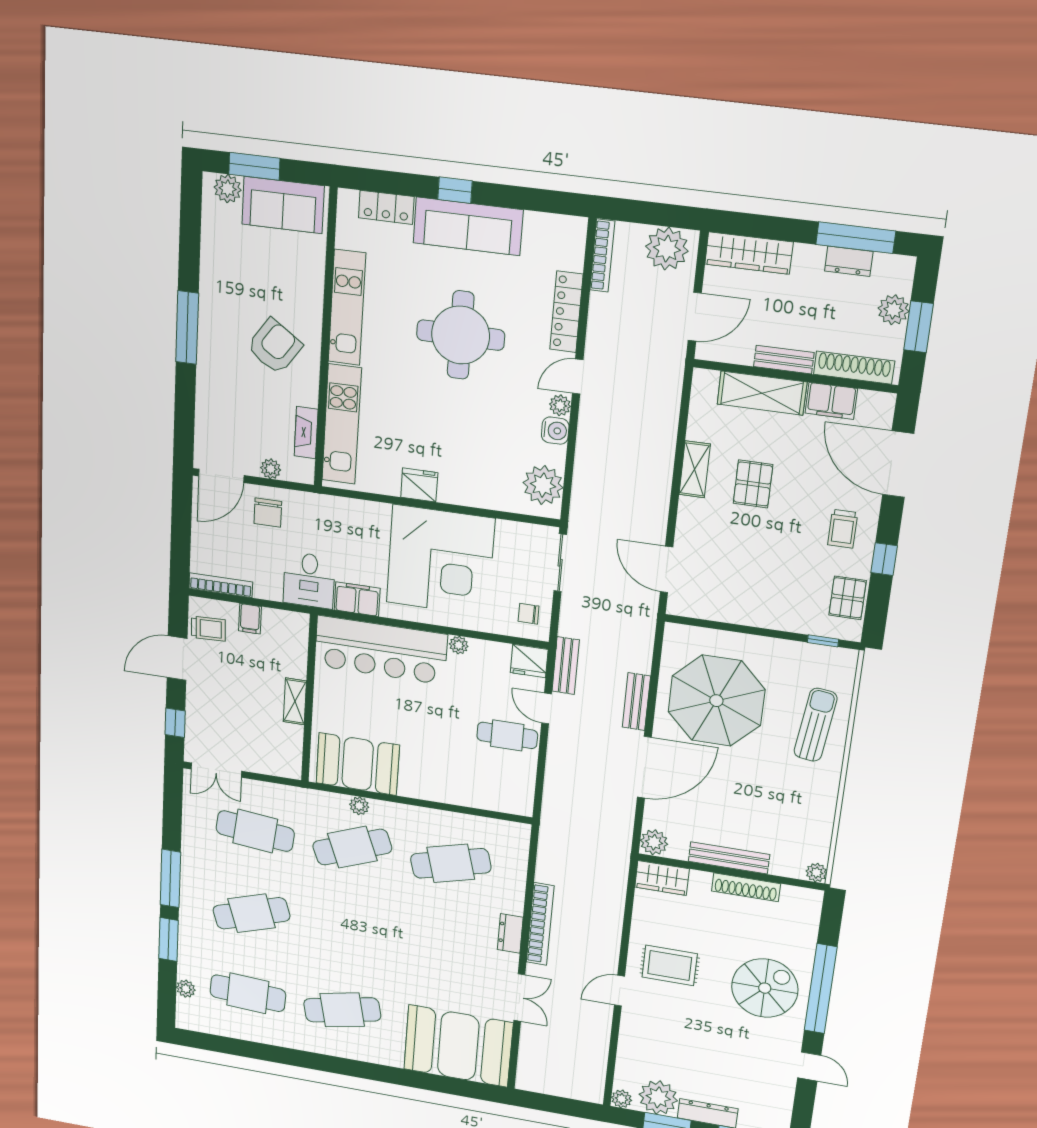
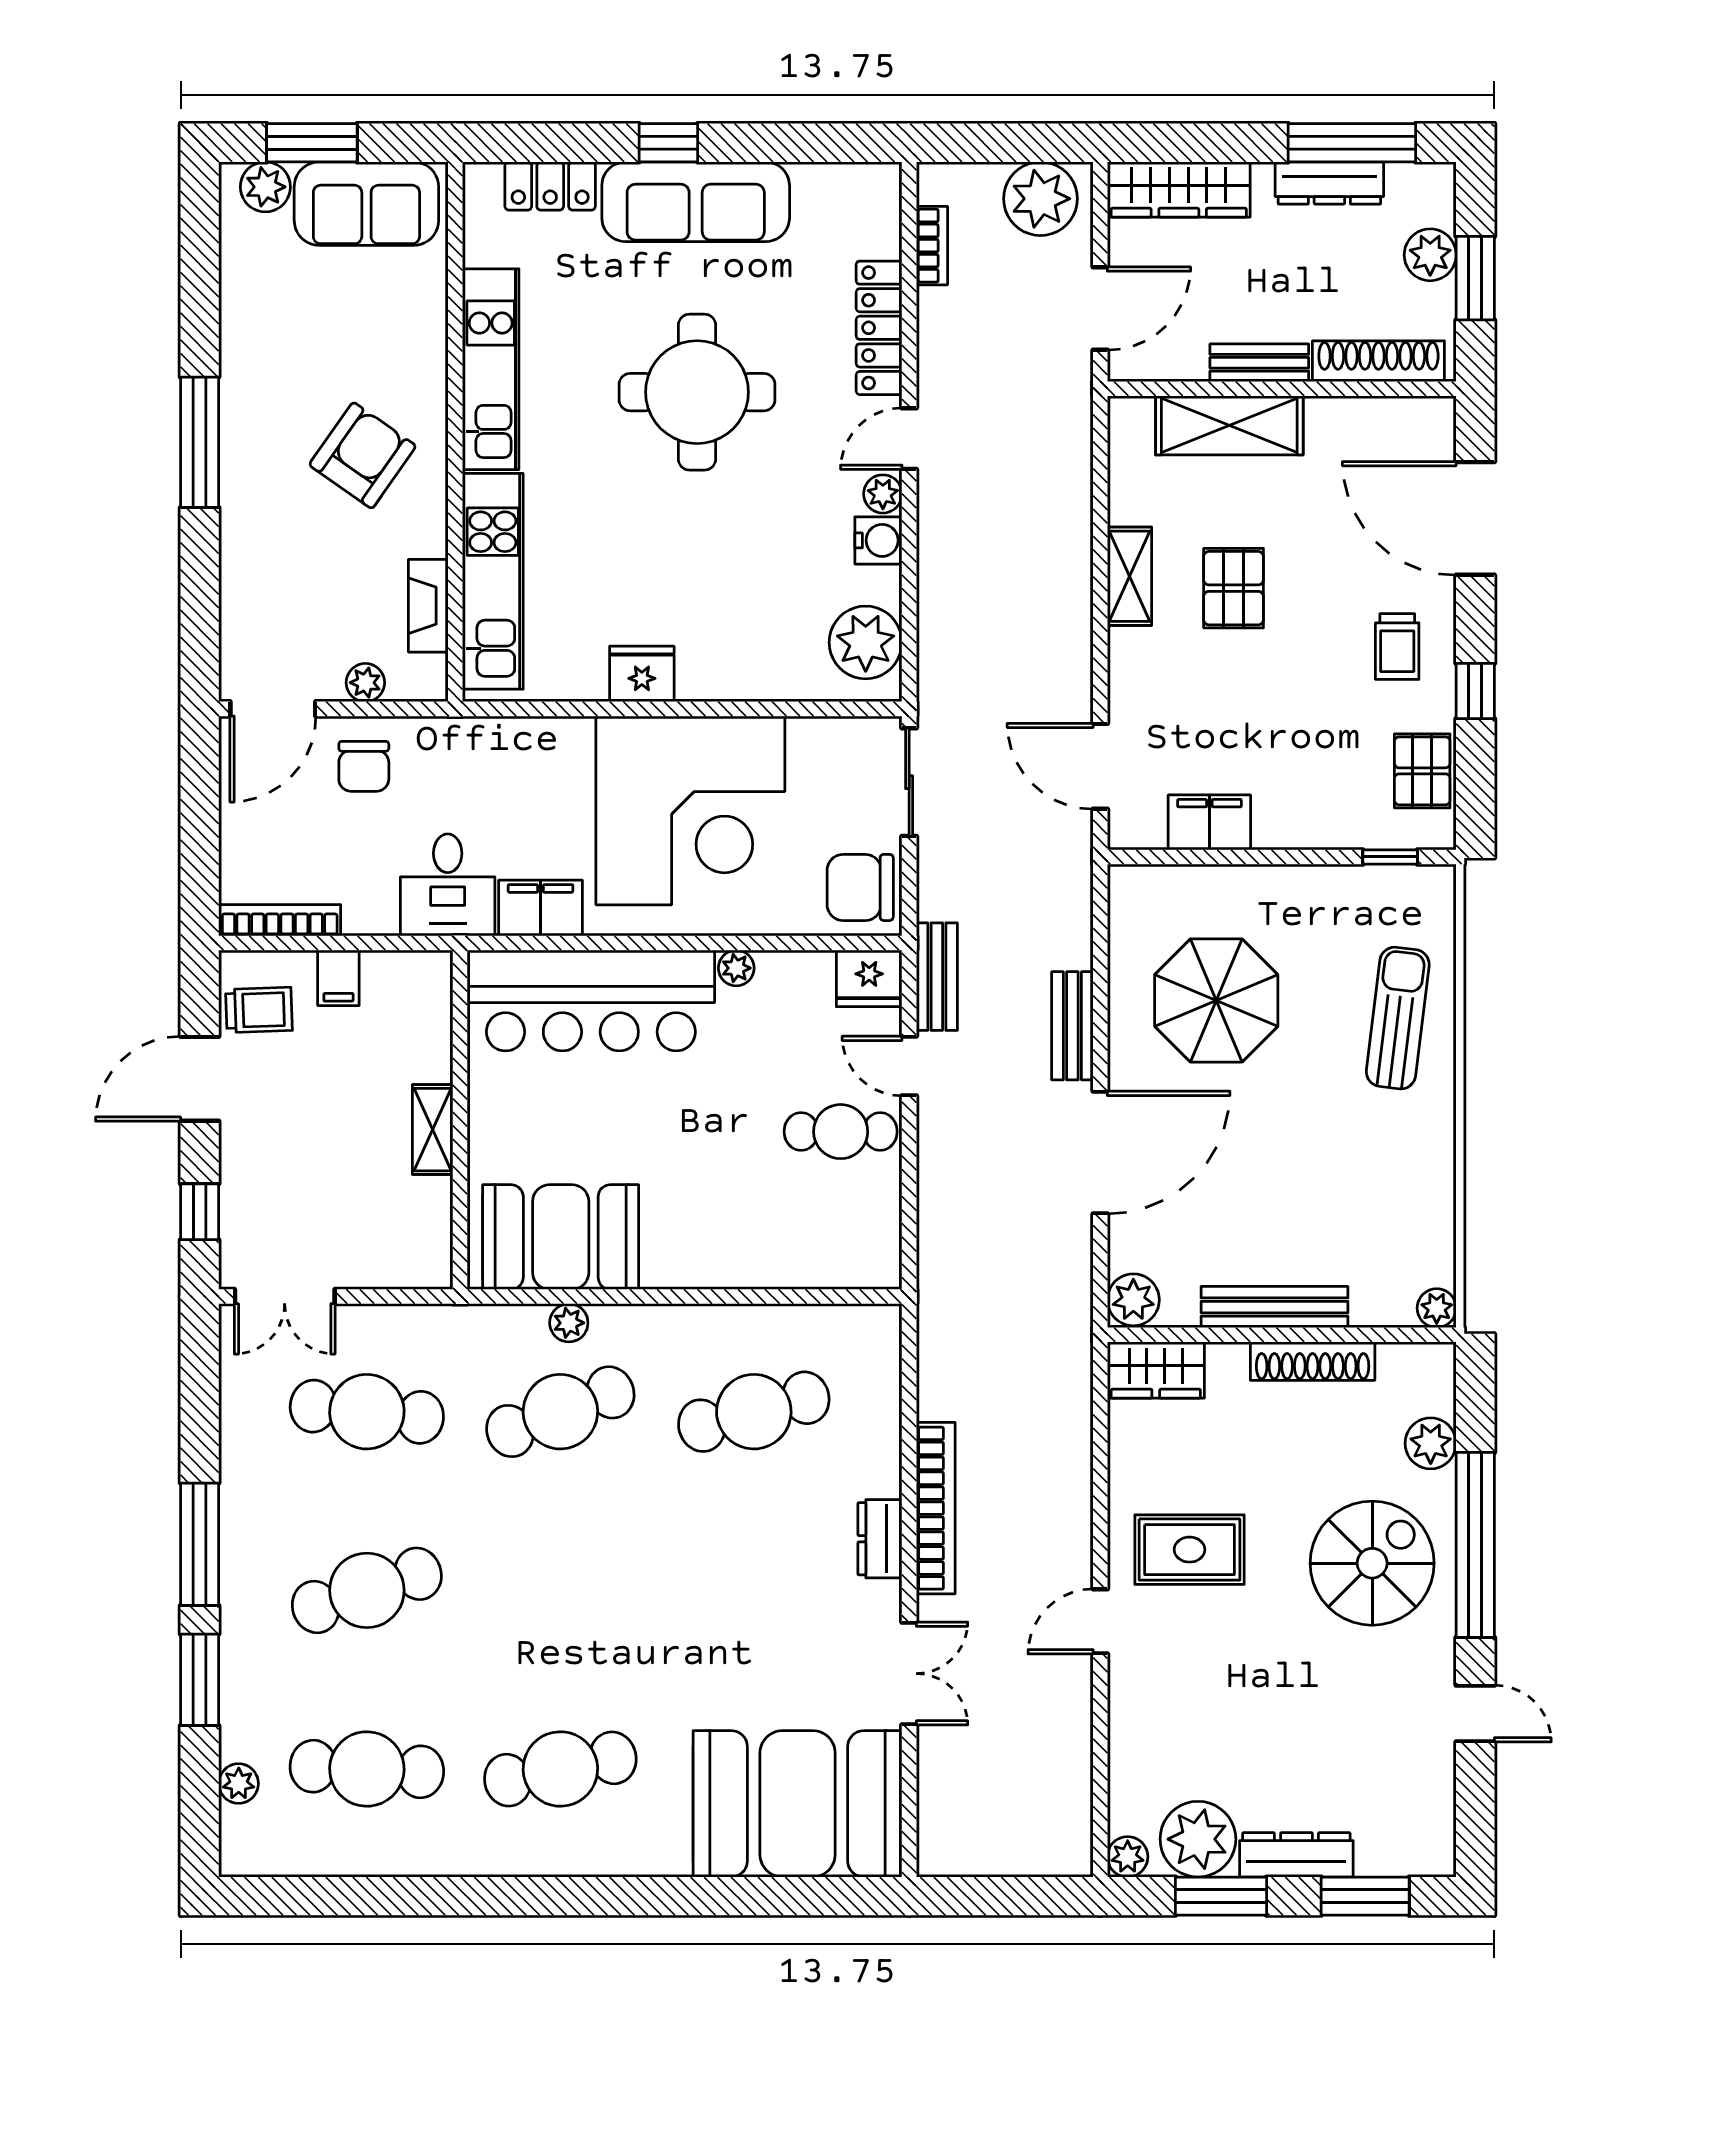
bookcase: (602, 256) -> (932, 246), width x0.64
dresser: (849, 261) -> (1329, 183), width x1.44
filing cabinet: (831, 401) -> (1209, 822), moved, turned 180
chair: (529, 614) -> (860, 887), width x1.87, depth x1.87
parasol: (716, 701) -> (1216, 1000), width x0.73, depth x0.73
plant: (804, 937) -> (1431, 1443), added

